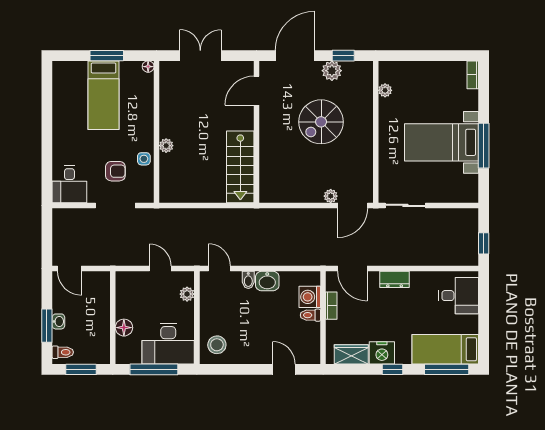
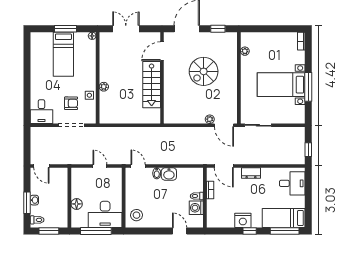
plant: (332, 71) -> (211, 38), removed
stairs: (240, 167) -> (152, 85), moved
door: (353, 205) -> (224, 125), hinge flipped
plant: (187, 294) -> (117, 182), removed
washing machine: (310, 297) -> (196, 208), moved
wardrobe: (351, 354) -> (223, 221), removed

